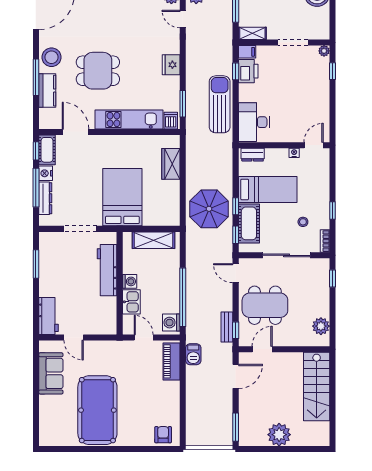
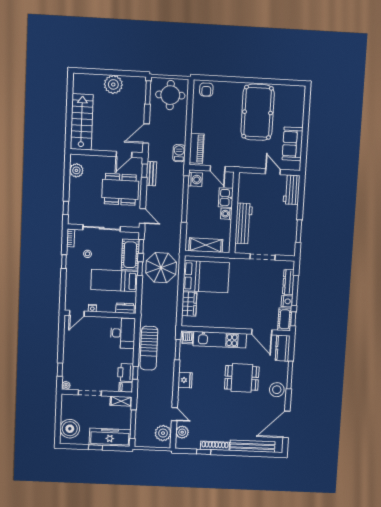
kitchen counter: (47, 91) -> (283, 348), moved
bed: (122, 197) -> (206, 277), moved, turned -90
round table: (208, 425) -> (170, 95), added

